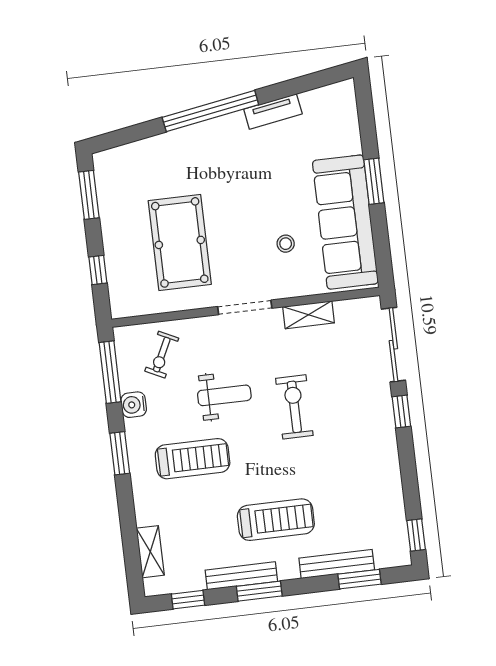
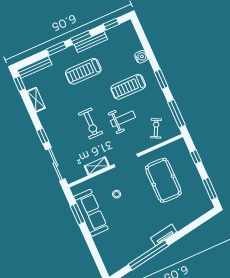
window: (210, 111) -> (149, 255), moved
tv unit: (273, 112) -> (164, 235), moved
window: (374, 181) -> (77, 214), moved
sofa: (345, 222) -> (91, 213), width x0.74, depth x0.79
weight bench: (224, 395) -> (123, 119), turned 180
water cooler: (134, 405) -> (141, 57), moved
shelving: (150, 552) -> (36, 100), moved
bench: (337, 564) -> (35, 67), moved
window: (360, 579) -> (57, 48), moved

